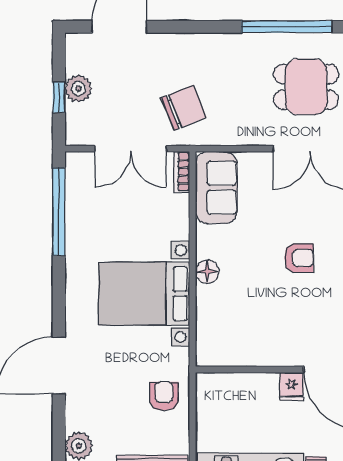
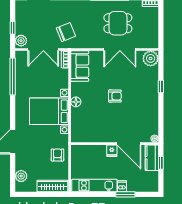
plant: (78, 89) -> (21, 41), moved

